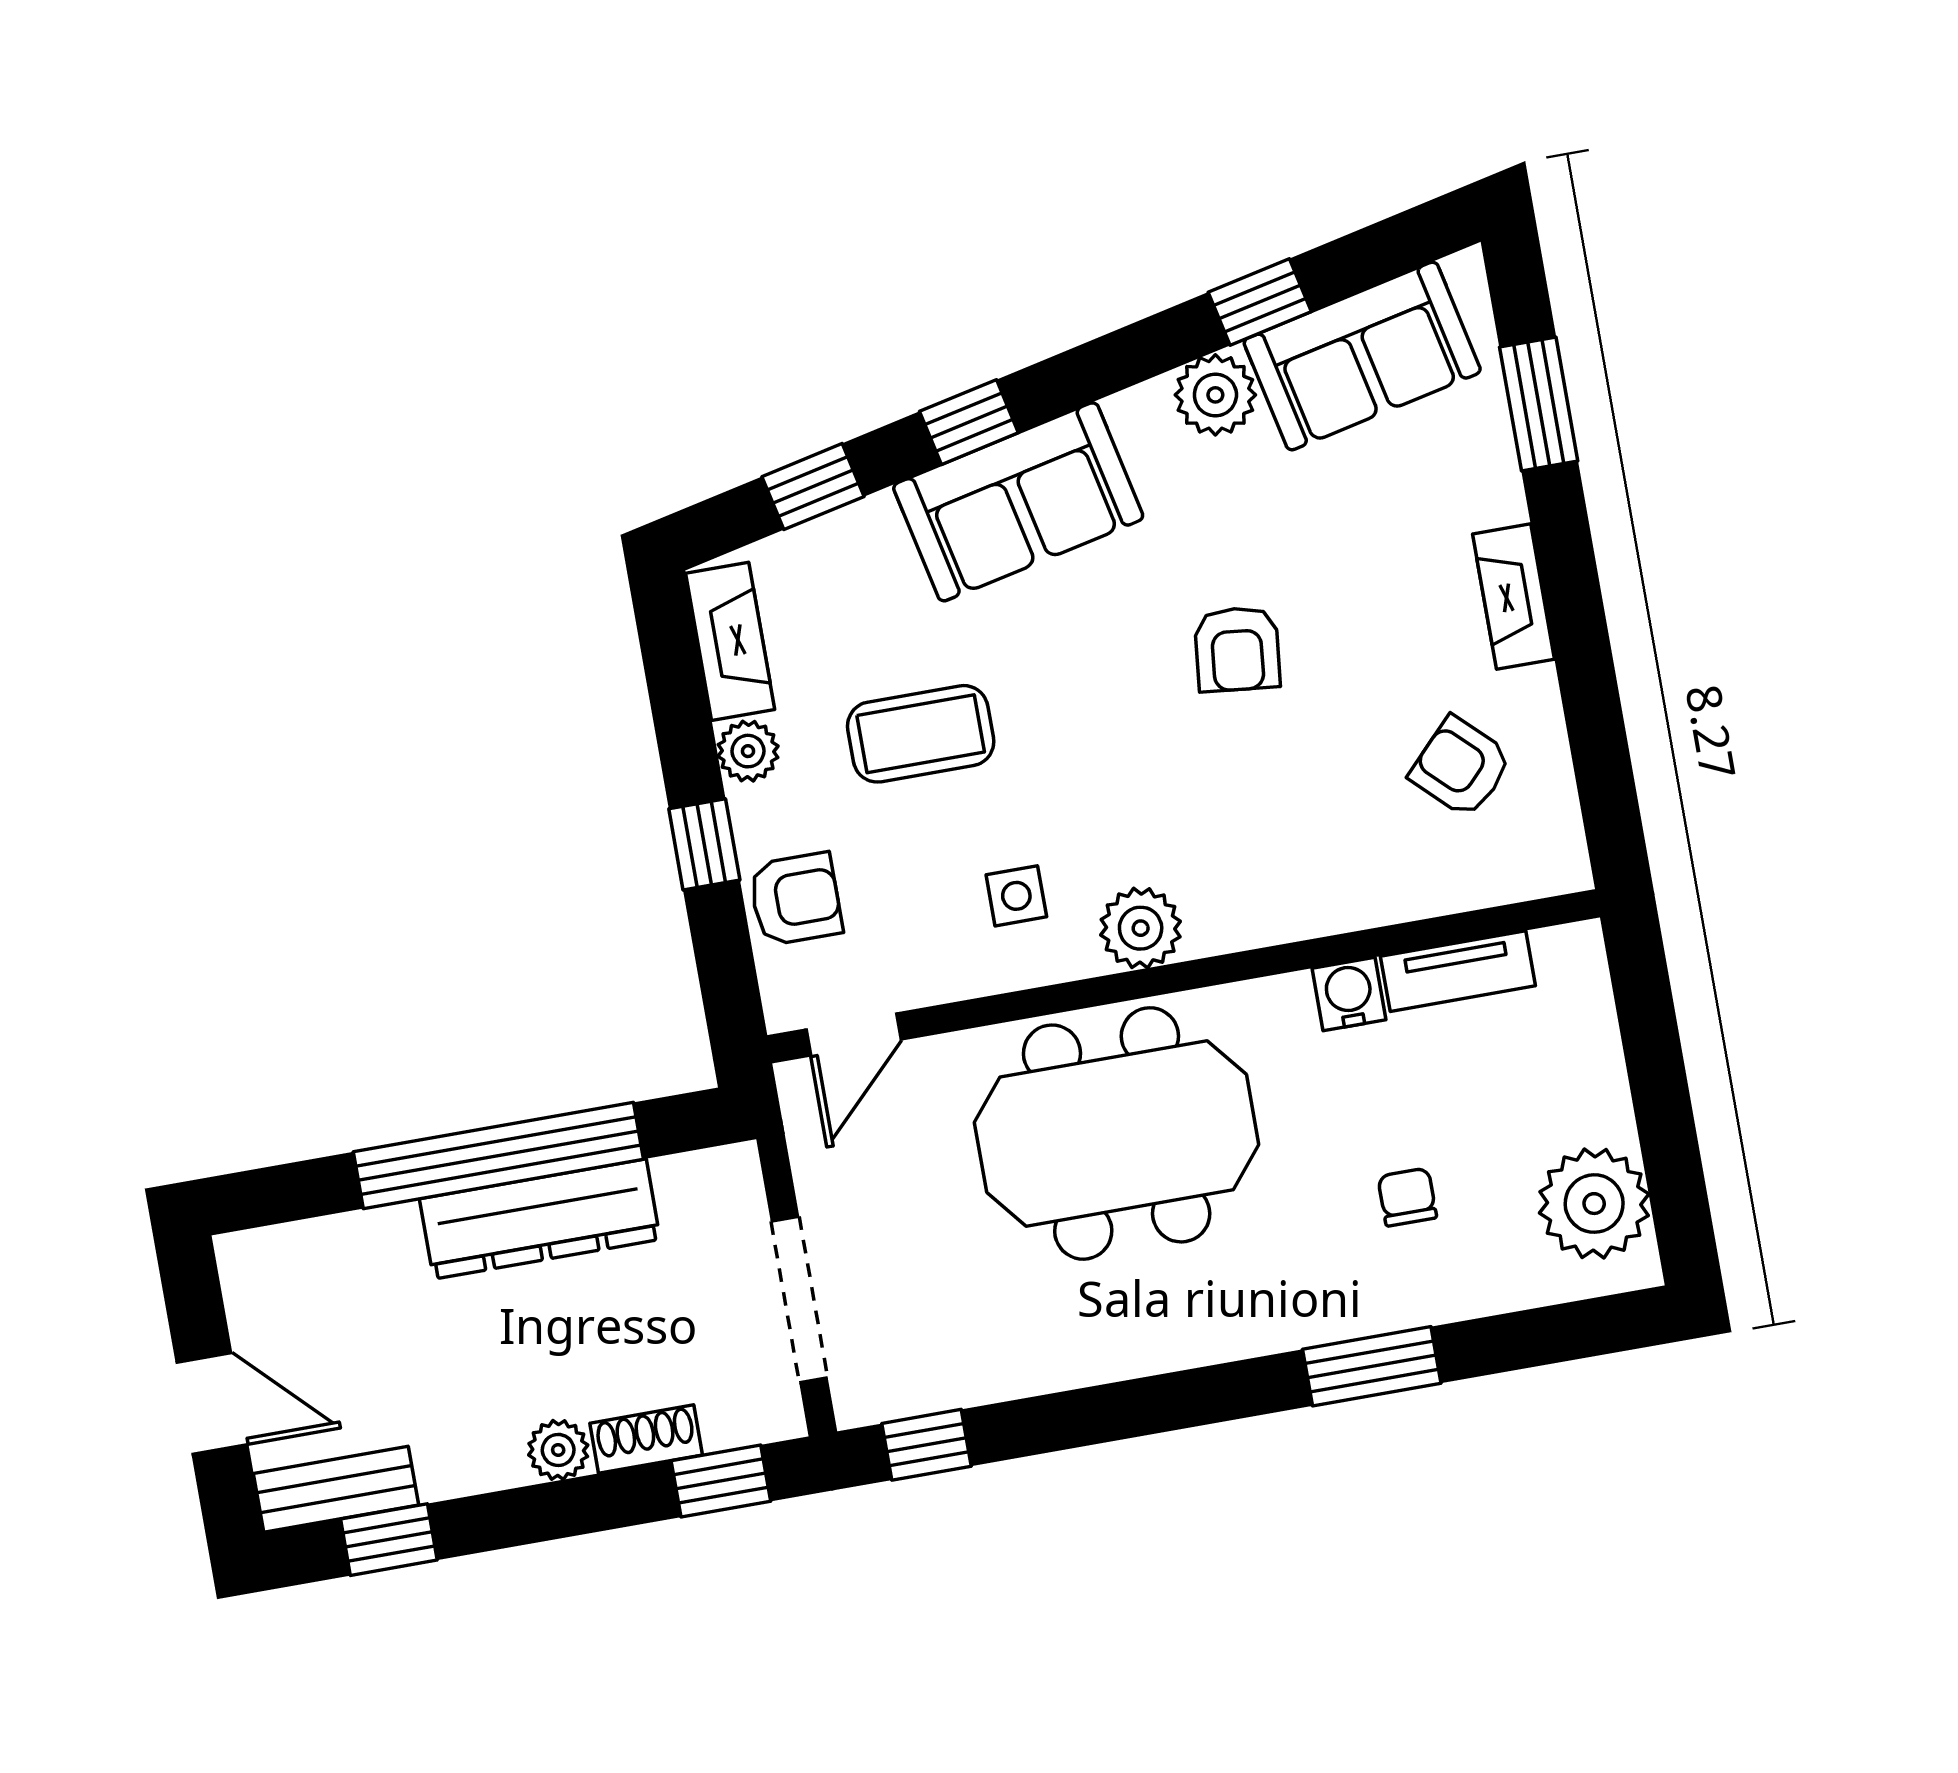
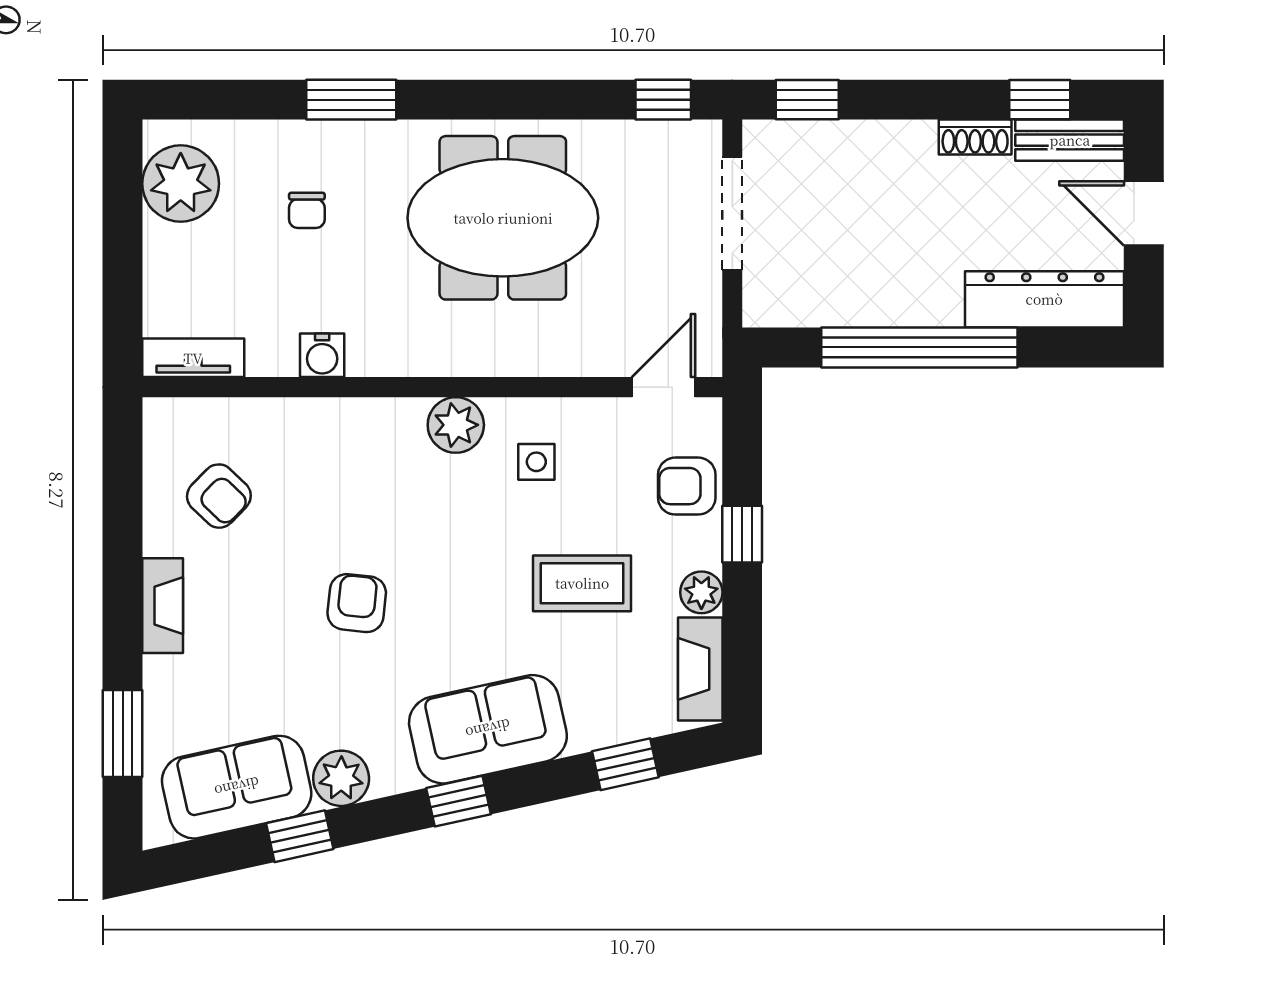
window: (969, 422) -> (459, 801), moved
tv unit: (1458, 971) -> (193, 358), moved
meeting table: (1117, 1133) -> (503, 218), moved
dresser: (540, 1219) -> (1044, 299), moved
shoe rack: (646, 1439) -> (975, 137), moved
plant: (558, 1450) -> (914, 140), removed

